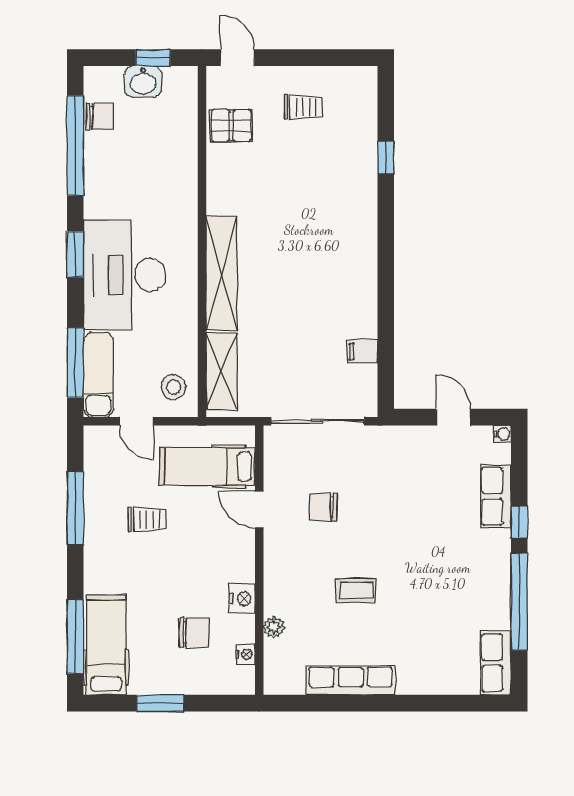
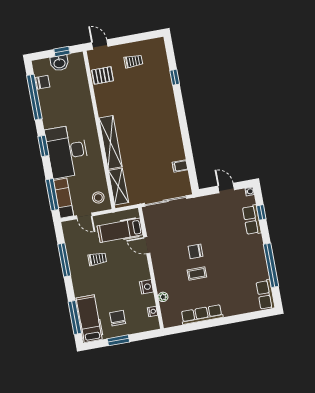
chair: (323, 507) -> (195, 251), moved
window: (519, 522) -> (261, 212), moved
chair: (194, 633) -> (118, 318), moved, turned -90

